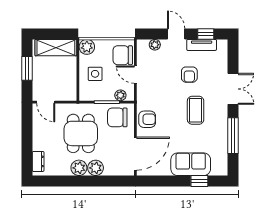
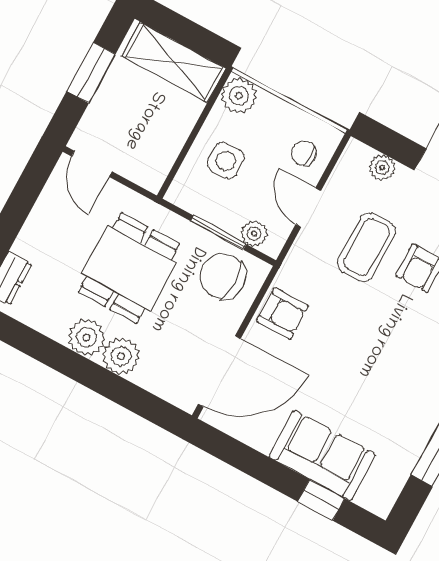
chair: (123, 55) -> (304, 153), width x0.54, depth x0.54
coffee table: (196, 110) -> (367, 247), moved

